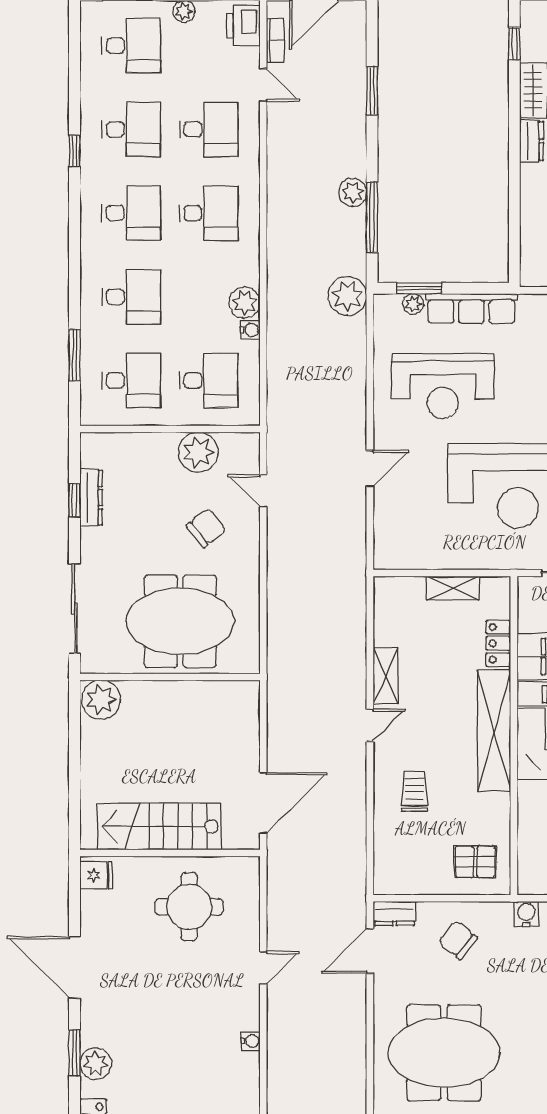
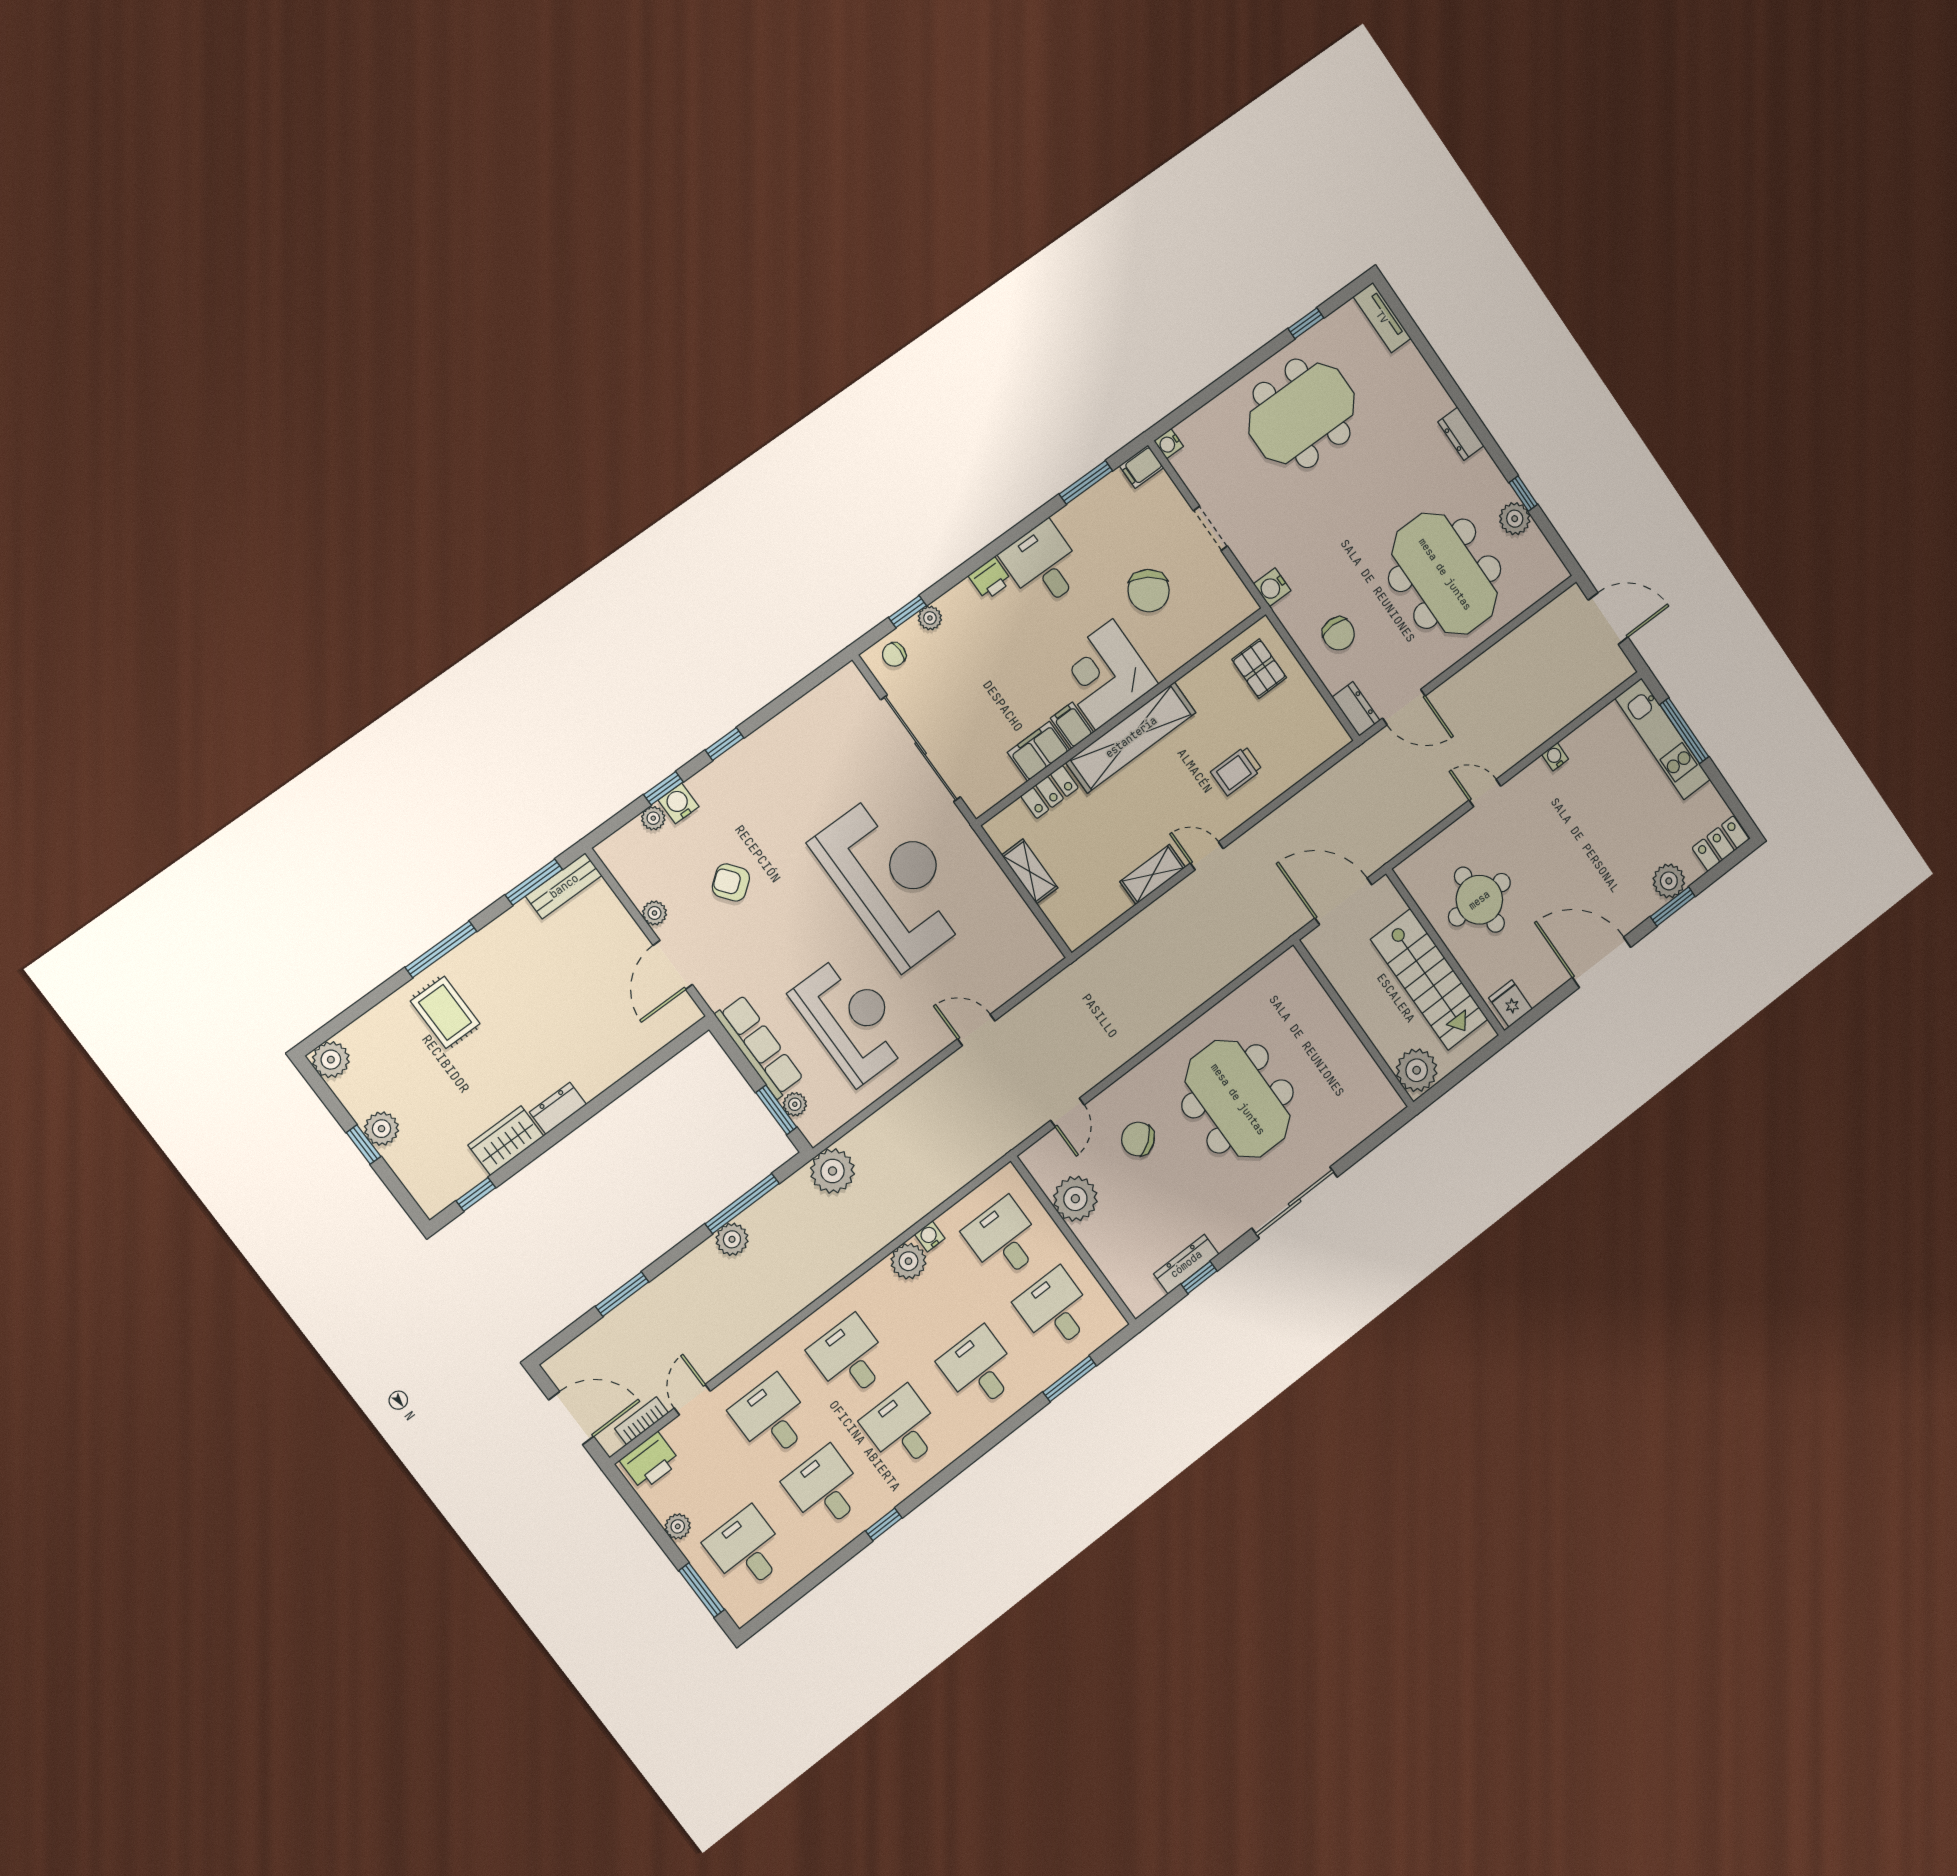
wall: (170, 677) -> (1354, 1024), moved
plant: (101, 700) -> (1417, 1070), moved
chair: (458, 940) -> (1339, 634), turned -39
door: (74, 967) -> (1602, 962), swing flipped

